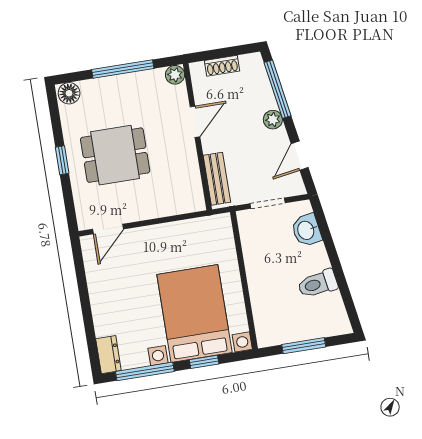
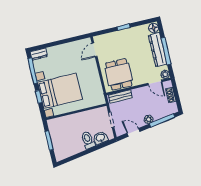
dresser: (118, 88) -> (158, 50), added
door: (195, 122) -> (155, 83), moved
dining table: (115, 155) -> (119, 74), moved
door: (108, 229) -> (95, 50), hinge flipped
toilet: (318, 284) -> (88, 140), moved

